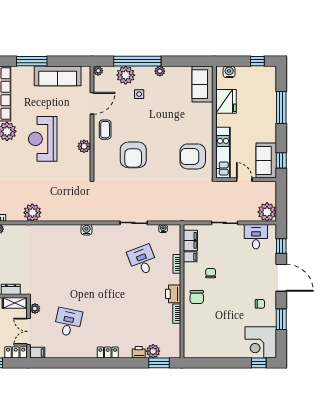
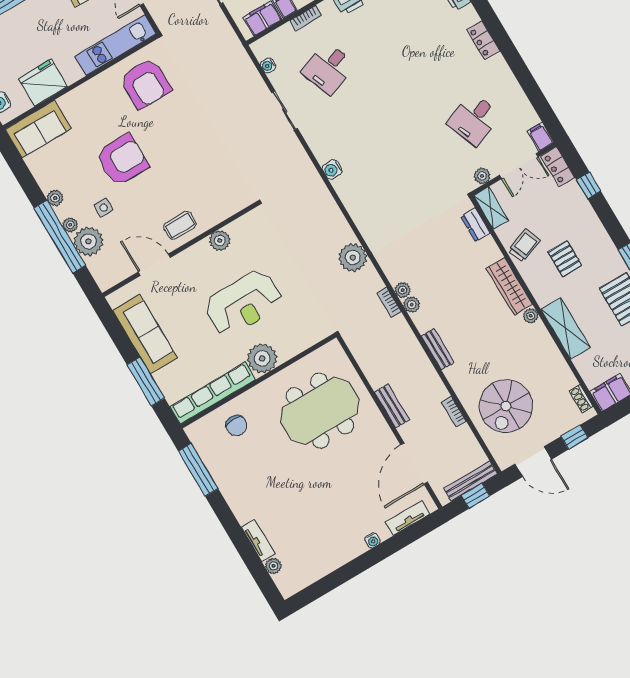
plant: (98, 71) -> (70, 225), moved
armchair: (133, 155) -> (122, 160), moved
desk: (68, 322) -> (474, 119), turned -33

